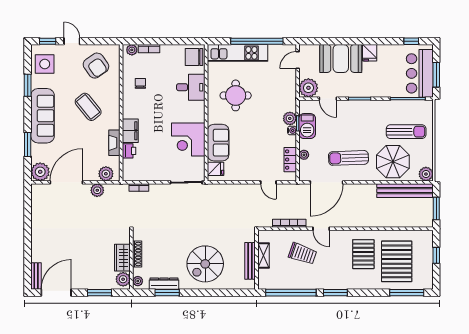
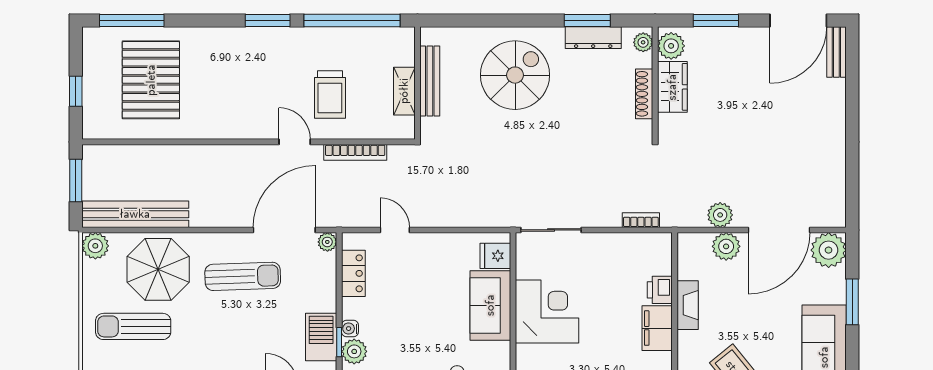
plant: (304, 155) -> (327, 242), moved
plant: (106, 174) -> (726, 246), moved
trolley: (303, 254) -> (330, 95), turned -109
pallet: (363, 254) -> (214, 94), removed

